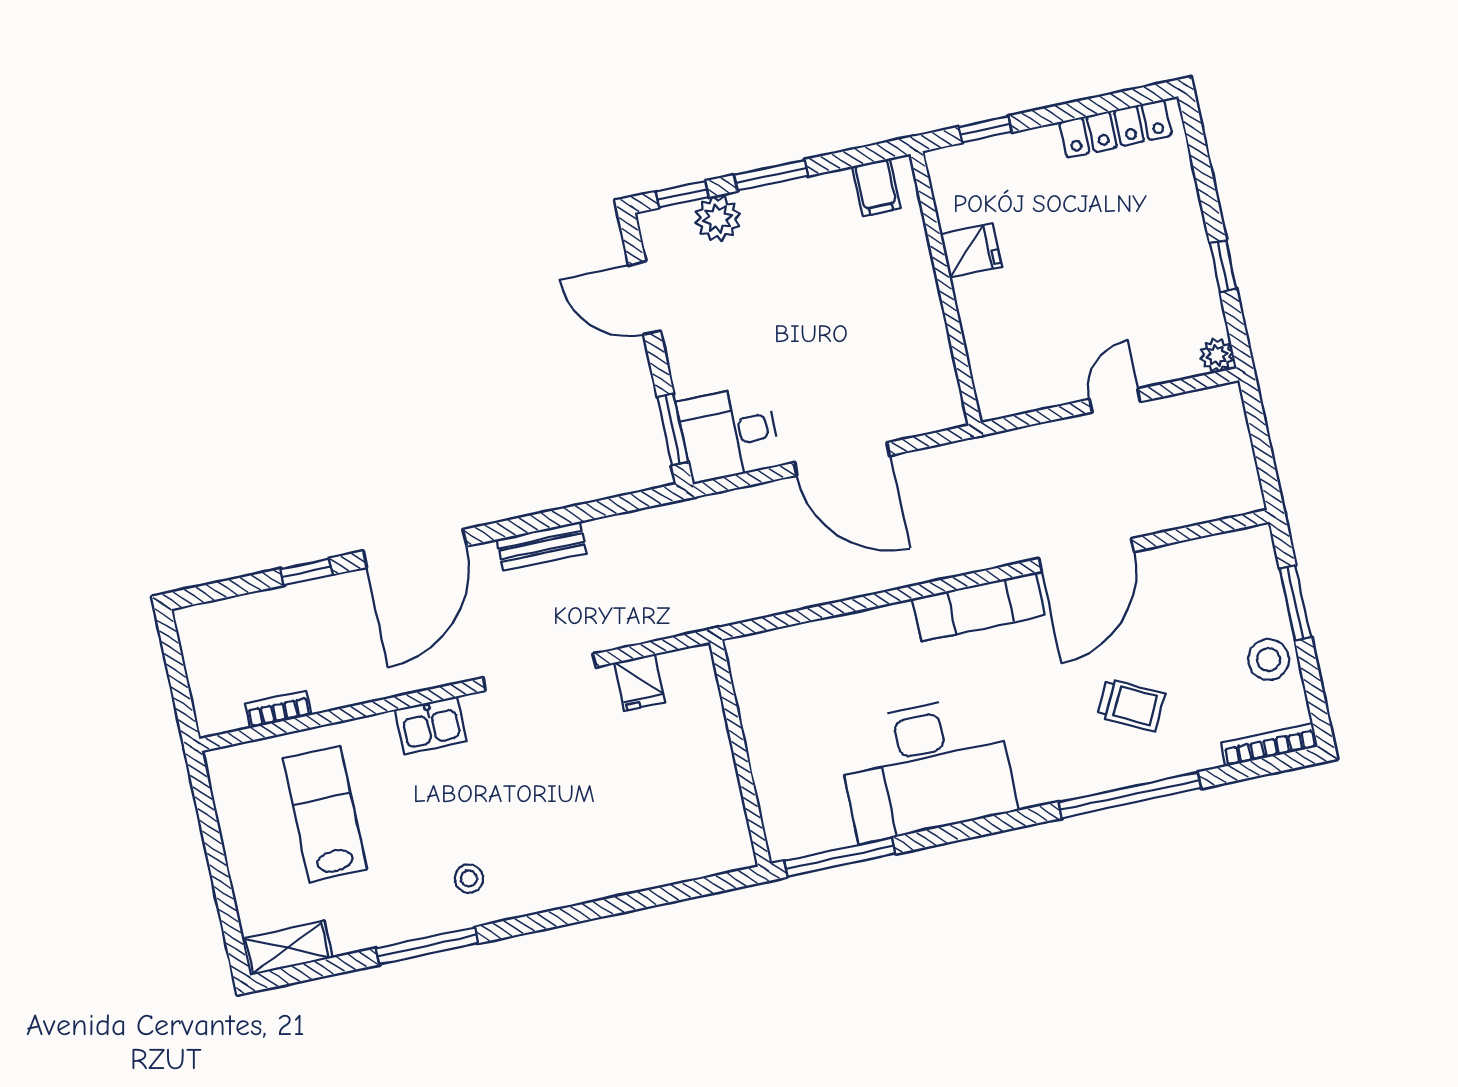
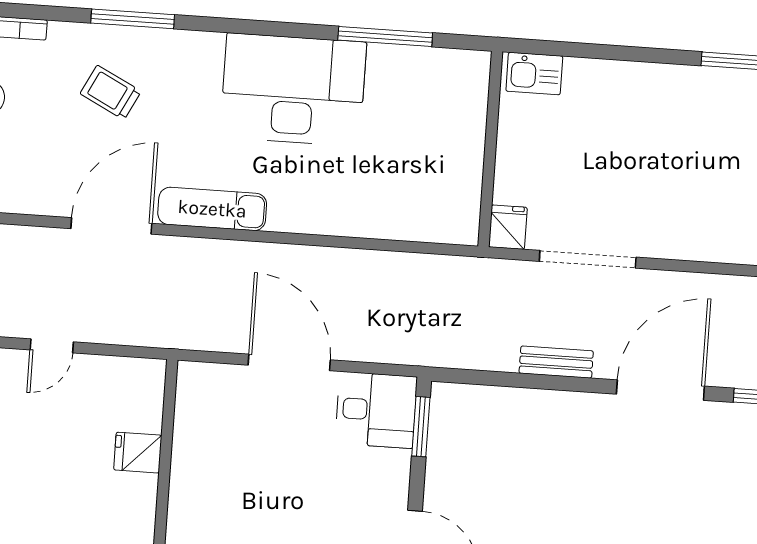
fridge: (971, 250) -> (138, 453), moved
kitchen sink: (431, 725) -> (534, 74), moved, turned 180
wall: (740, 753) -> (490, 149), moved
window: (1130, 795) -> (133, 19), width x0.68
stool: (469, 879) -> (694, 107), removed

